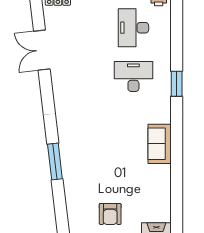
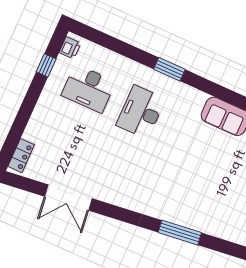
window: (55, 162) -> (180, 233), moved

